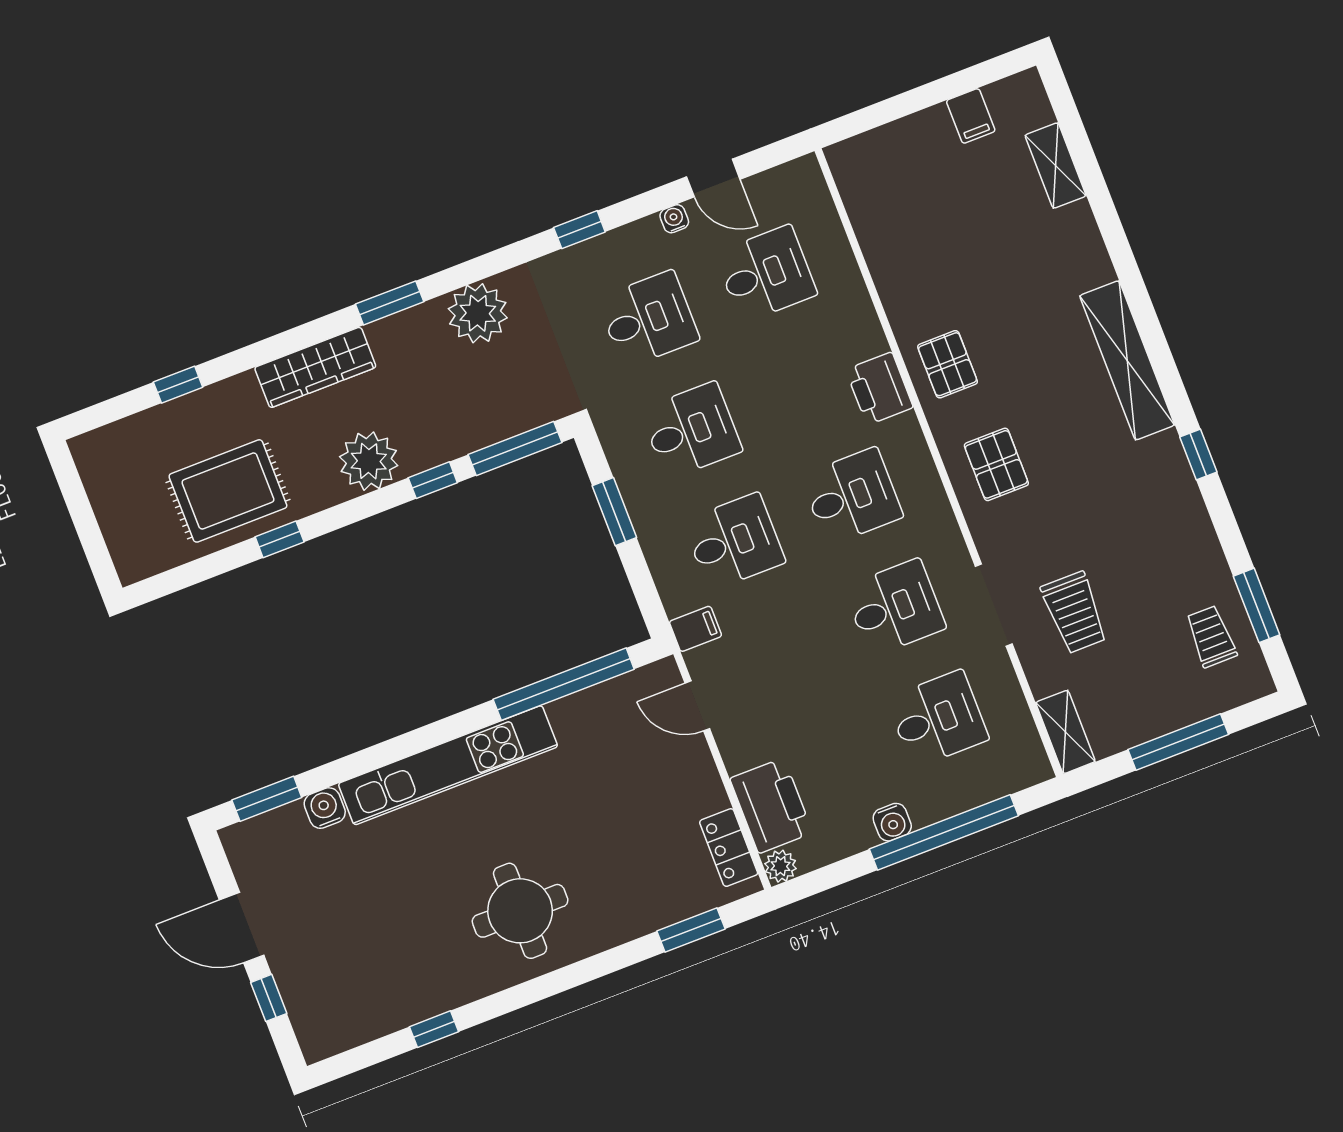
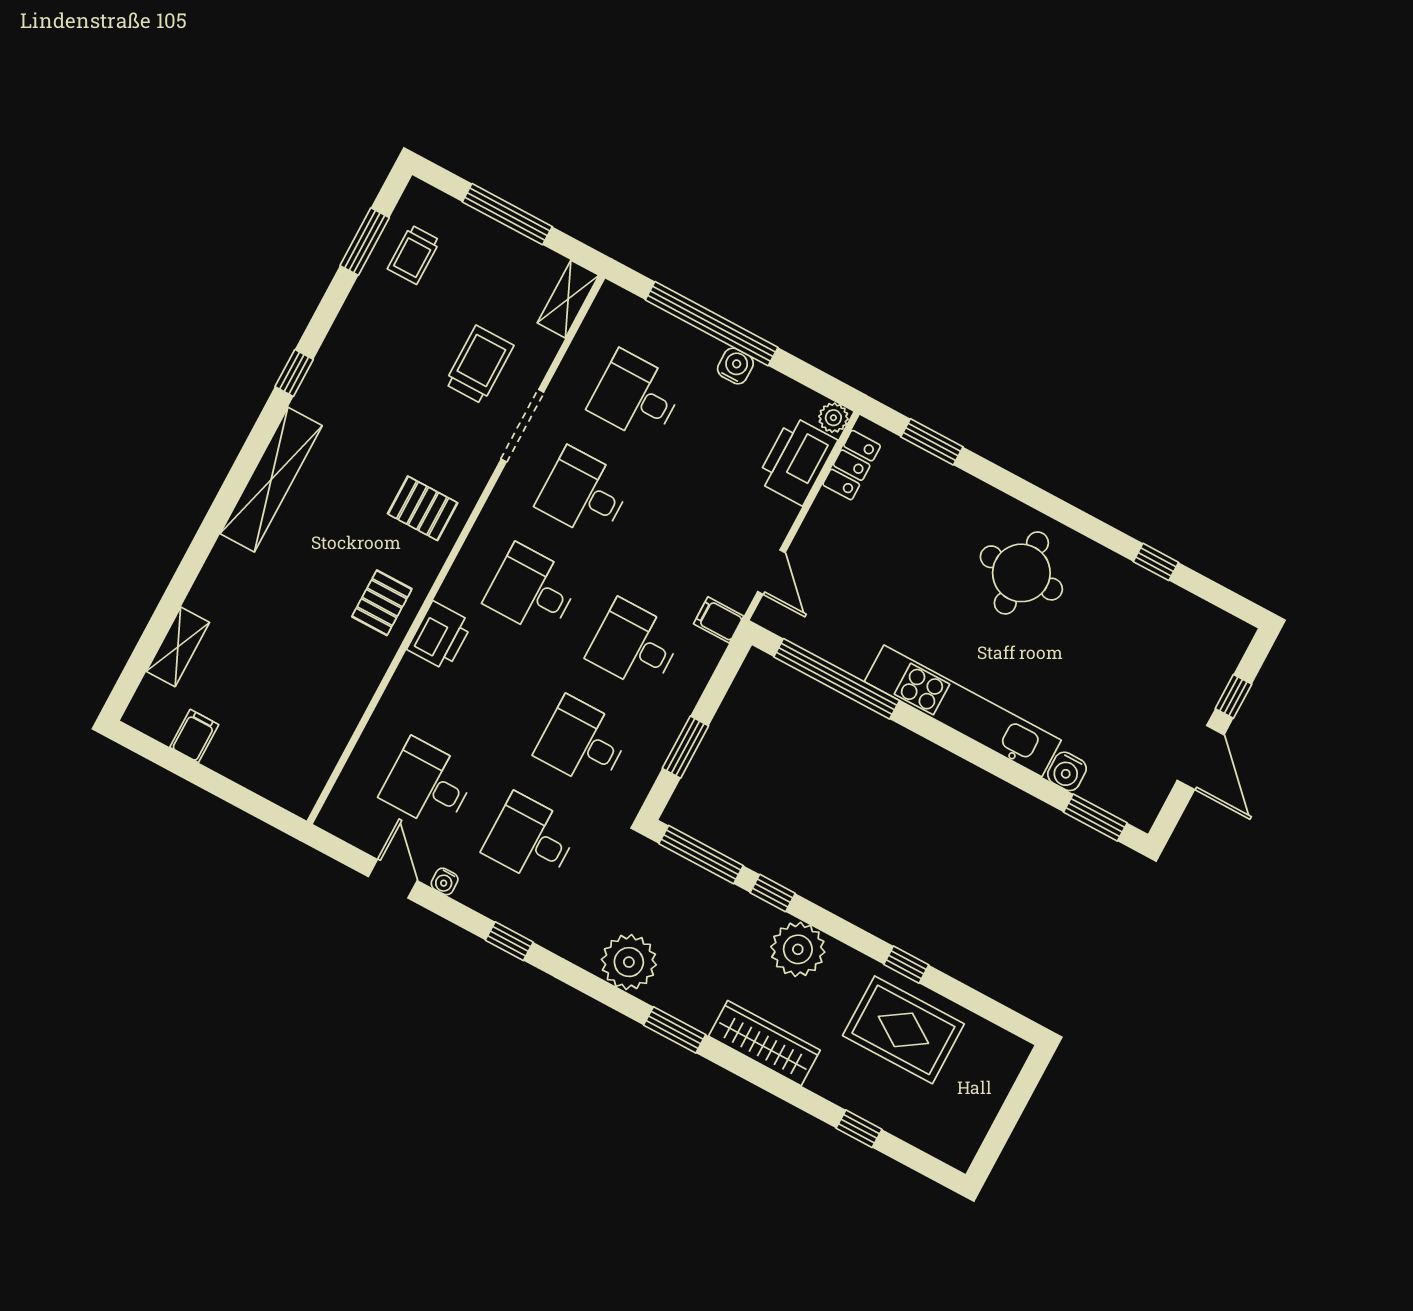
pallet: (996, 464) -> (423, 508), turned 90

